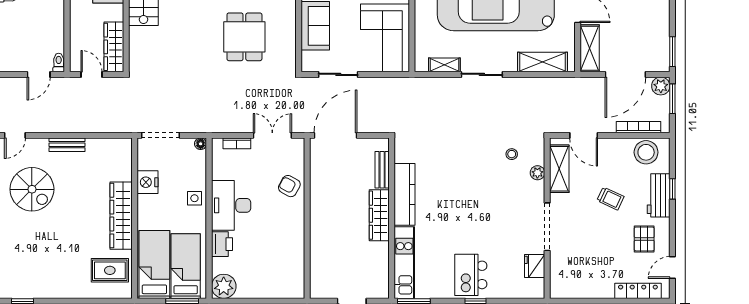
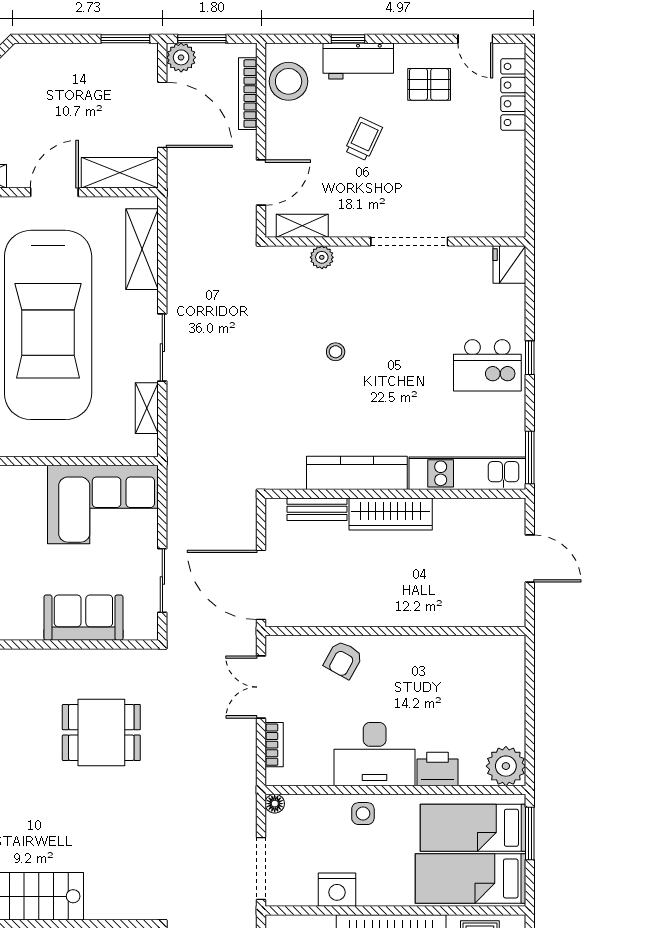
stool: (512, 154) -> (336, 352), moved
shelving: (559, 169) -> (302, 226), width x0.67, depth x0.75
fridge: (535, 266) -> (509, 265), moved, turned 90

